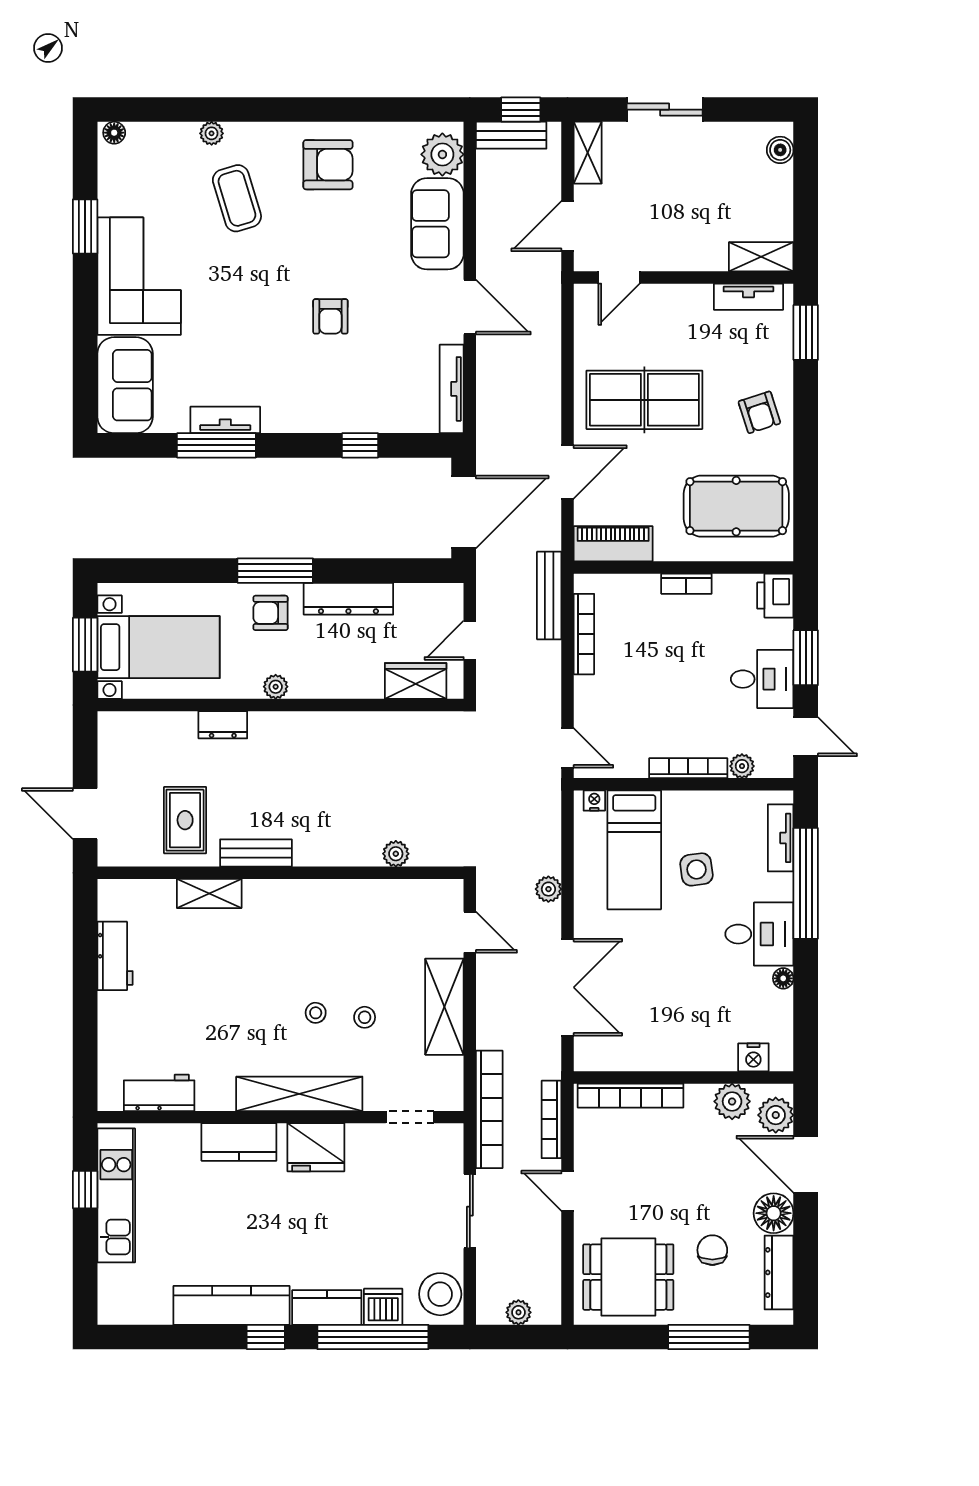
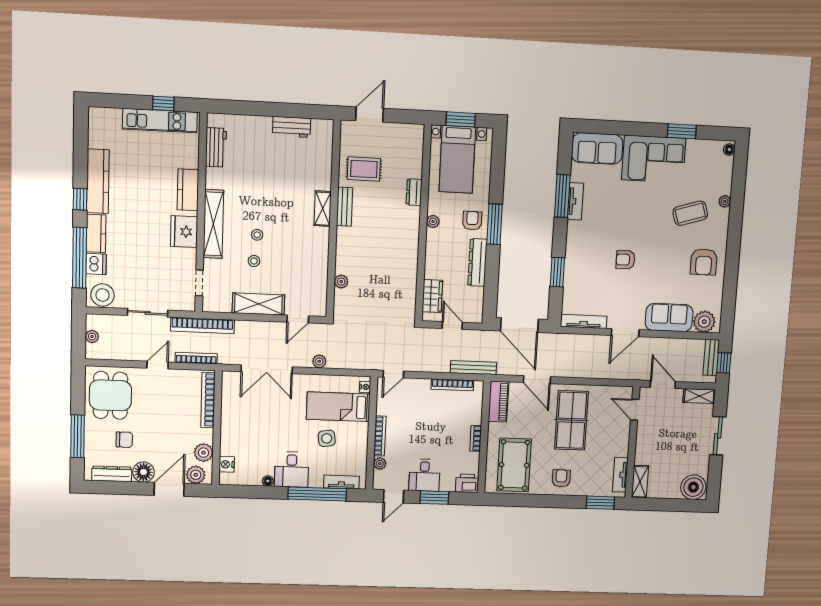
boiler: (780, 150) -> (693, 487), width x1.86, depth x1.86
armchair: (759, 412) -> (561, 478), turned 108
window: (360, 445) -> (557, 272), width x1.50
shelving: (209, 894) -> (323, 209), moved

